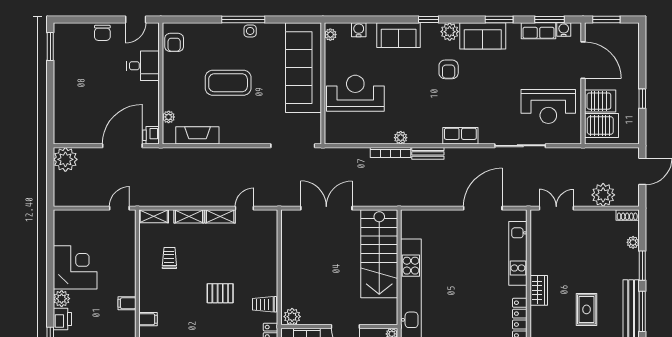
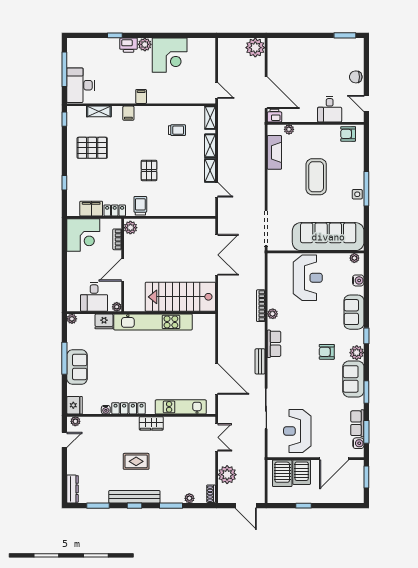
row of seats: (460, 136) -> (274, 344), moved
bench: (428, 153) -> (260, 361), moved
window: (642, 311) -> (135, 506), width x0.46

